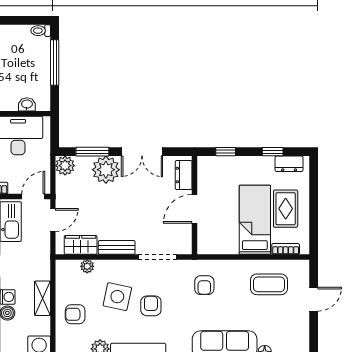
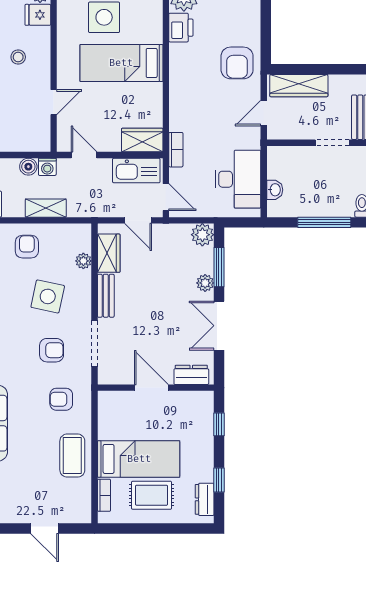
plant: (106, 170) -> (205, 283), width x0.53, depth x0.53
coffee table: (269, 284) -> (72, 456), moved
armchair: (151, 306) -> (52, 350), moved

